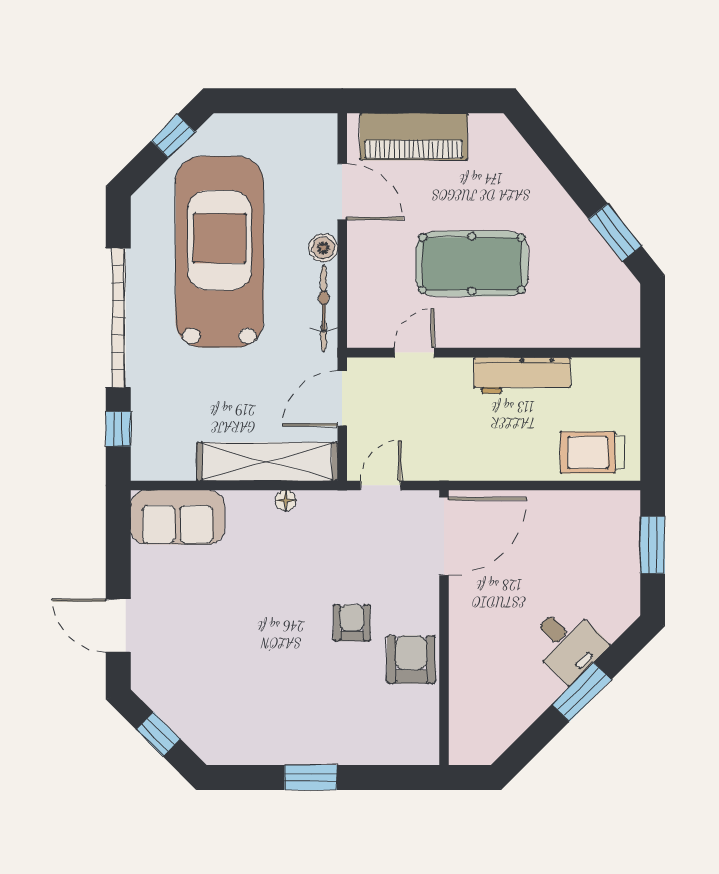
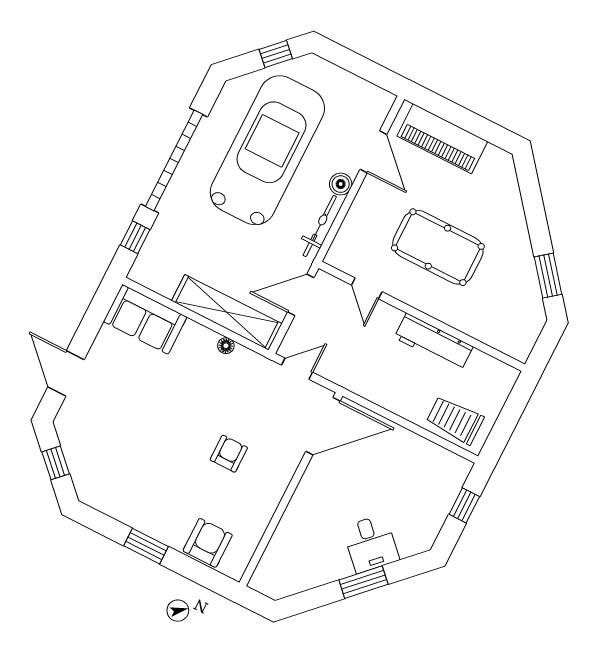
door: (414, 353) -> (367, 288), swing flipped
window: (653, 545) -> (464, 505), width x0.67
armchair: (411, 659) -> (208, 543), moved

